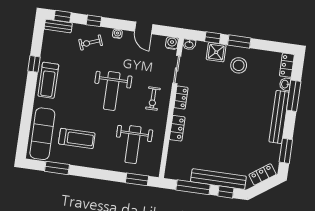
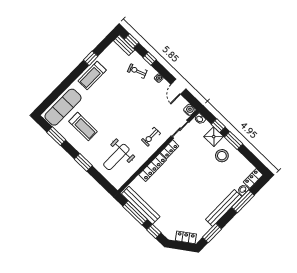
weight bench: (112, 91) -> (128, 112), removed
locker: (177, 128) -> (153, 167), width x1.53
window: (137, 179) -> (83, 162), moved
bench: (218, 179) -> (141, 205), moved

